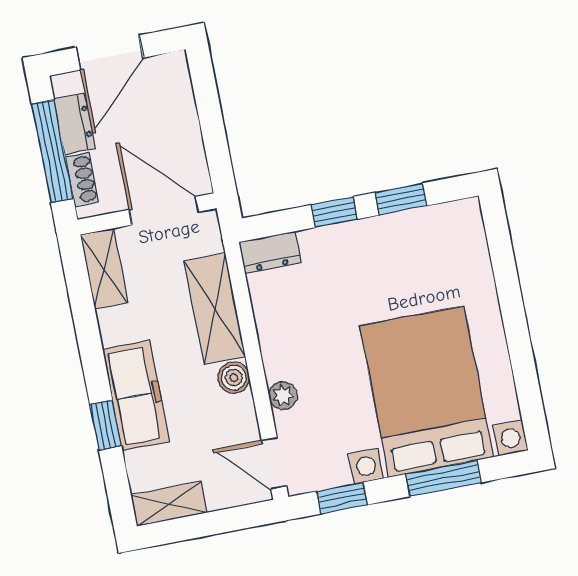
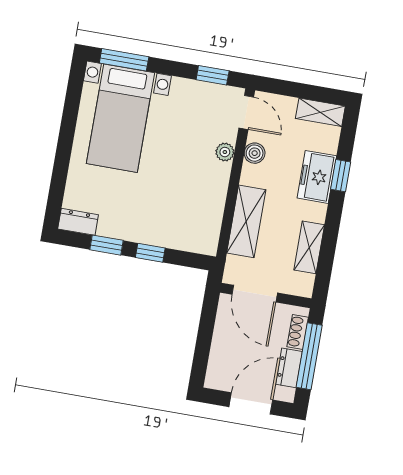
dresser: (270, 252) -> (78, 222), moved
shelving: (104, 269) -> (309, 247), moved
boiler: (234, 378) -> (255, 153), moved
bed with nightstands: (427, 391) -> (120, 118), width x0.73
freezer: (136, 396) -> (317, 177), width x0.71
window: (443, 478) -> (124, 60), moved

